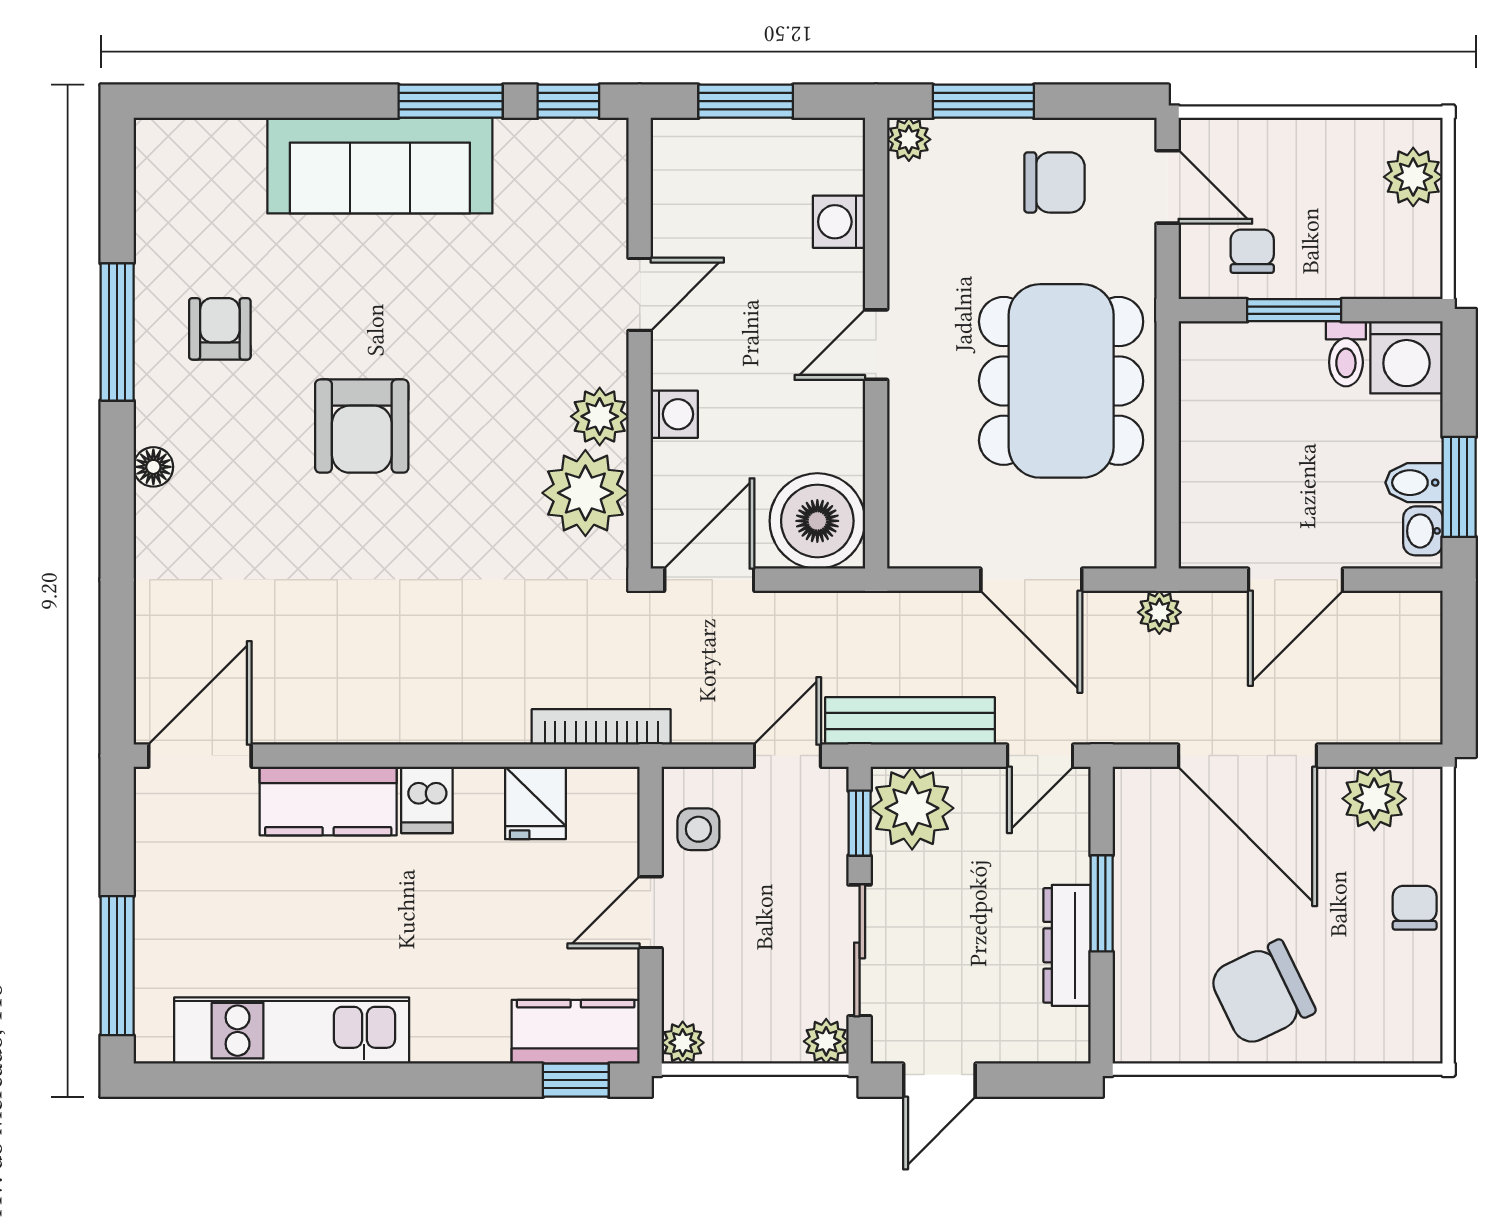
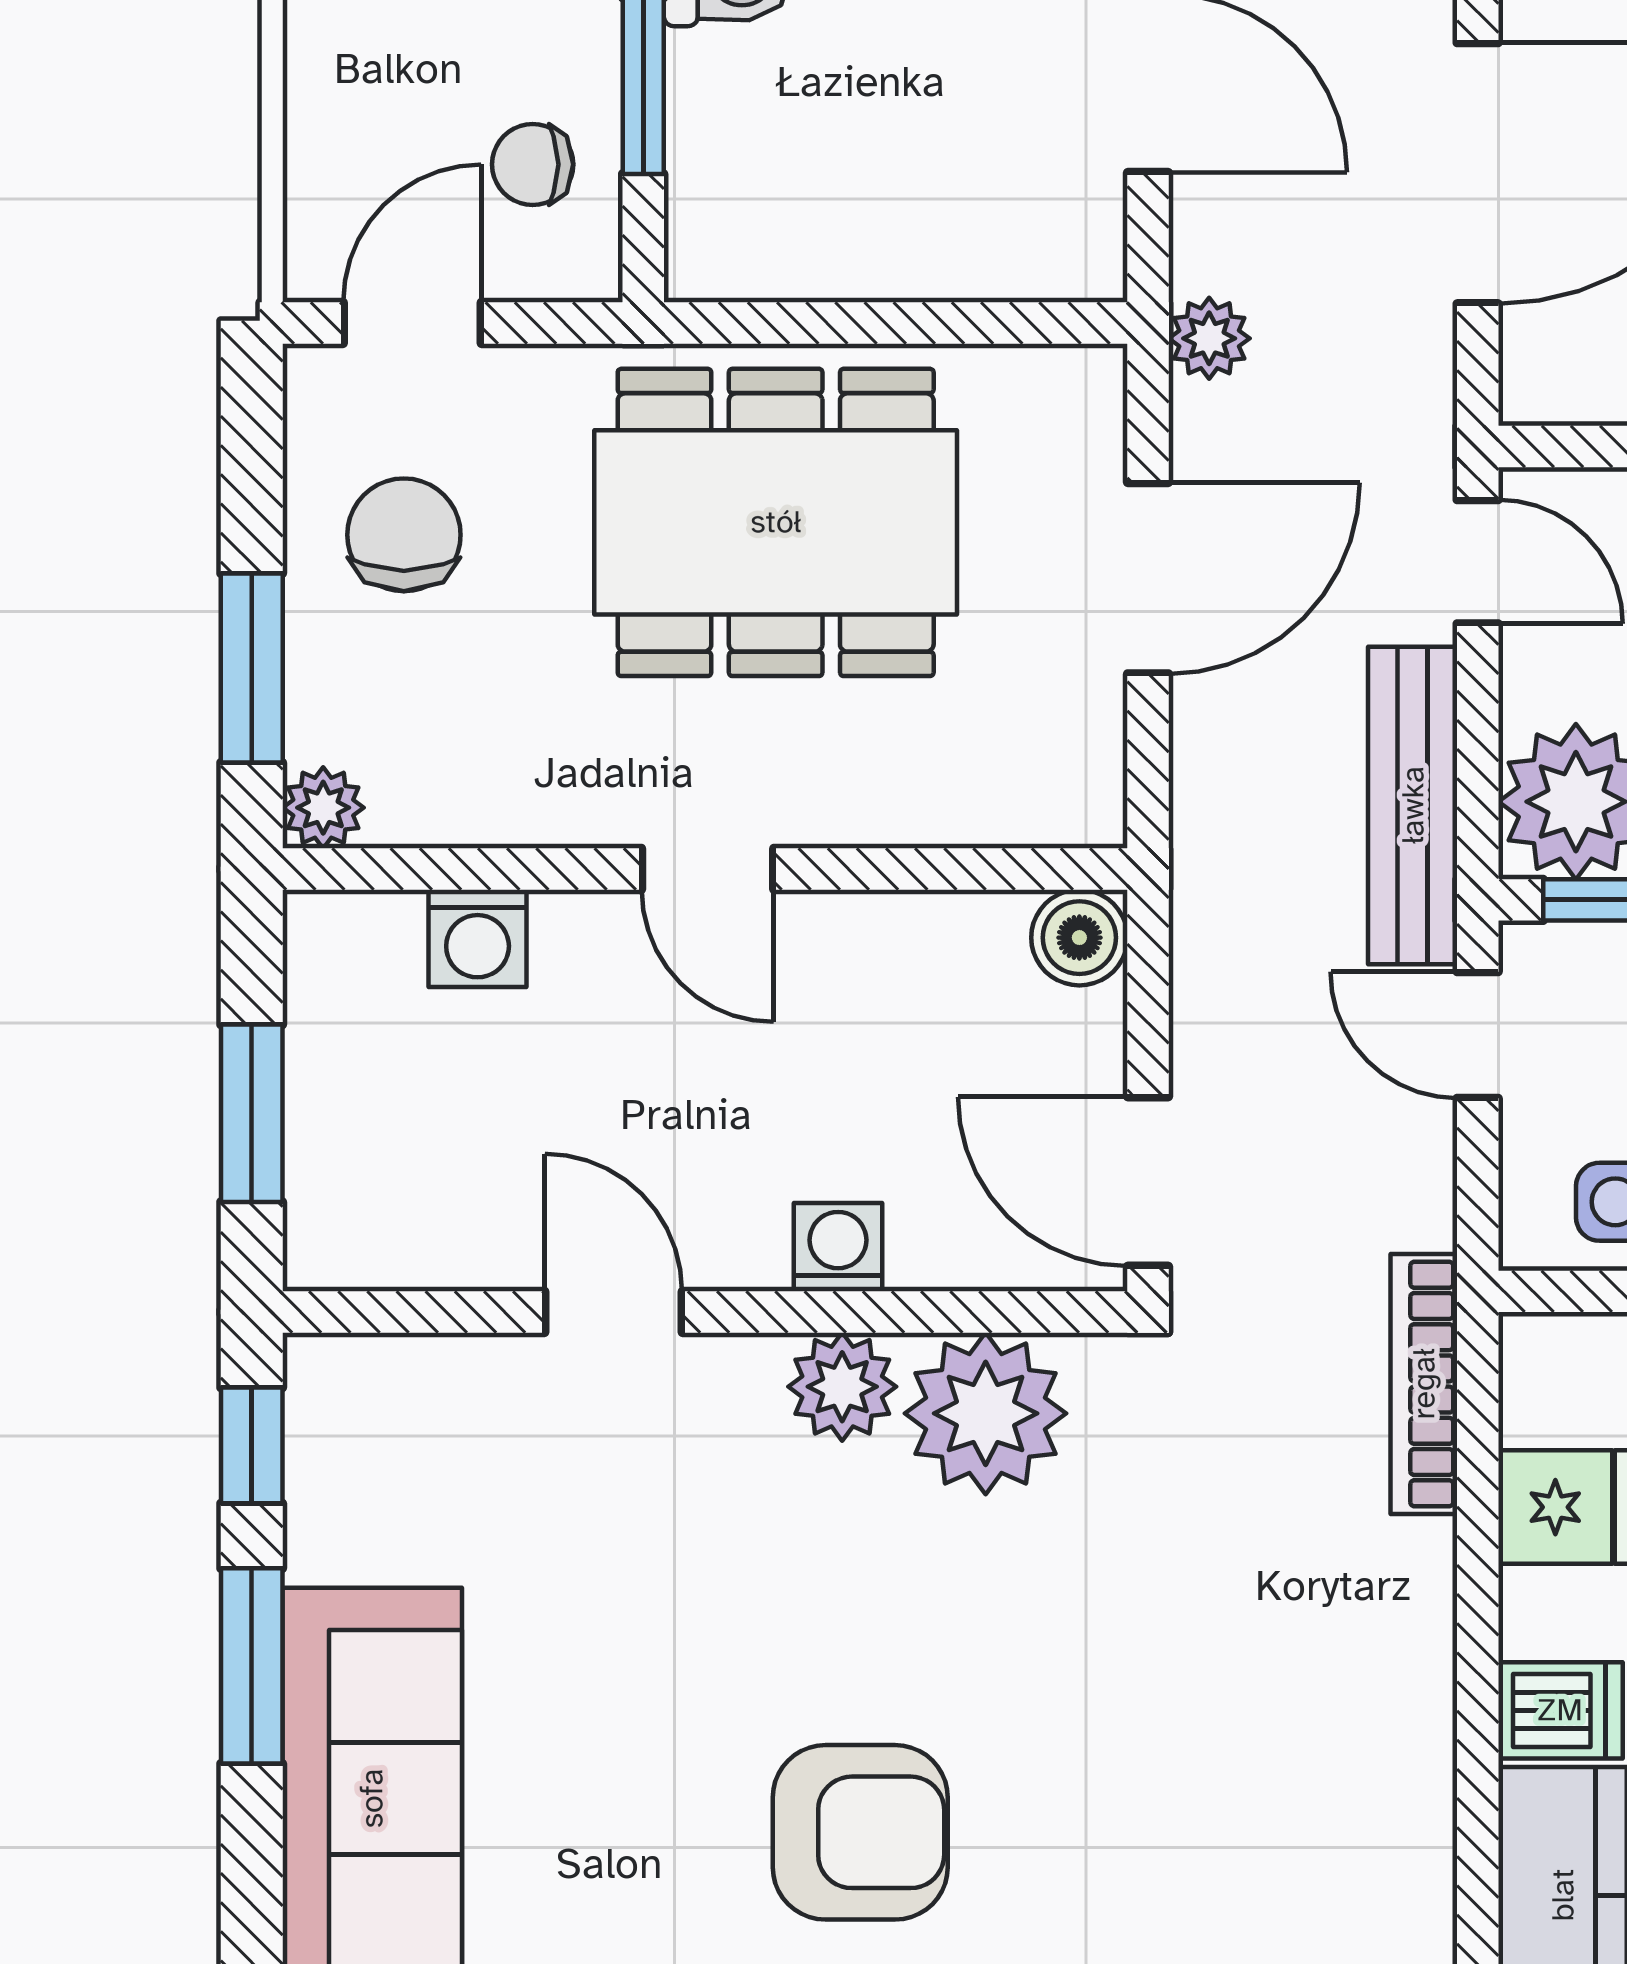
boiler: (817, 521) -> (1079, 938), width x0.54, depth x0.54

